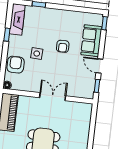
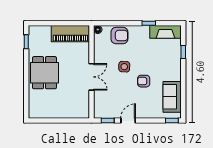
sofa: (91, 41) -> (172, 97), moved, turned -90
side table: (37, 54) -> (124, 67), moved

